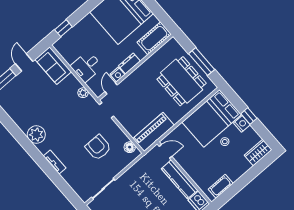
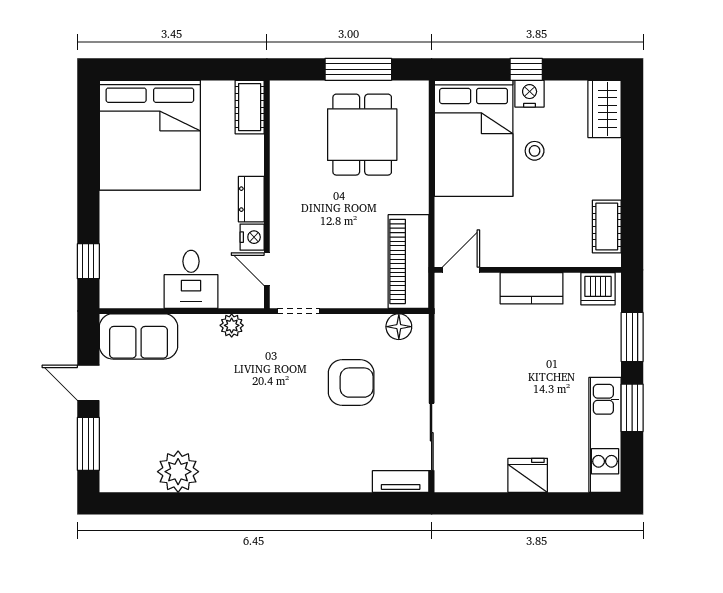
cot: (154, 38) -> (250, 107), width x0.73, depth x0.75
dining table: (182, 81) -> (362, 135), width x0.73
plant: (36, 135) -> (178, 472), moved
armchair: (98, 147) -> (351, 383), turned 180
tv unit: (55, 162) -> (401, 482), moved
kitchen counter: (179, 179) -> (532, 288), width x0.67

